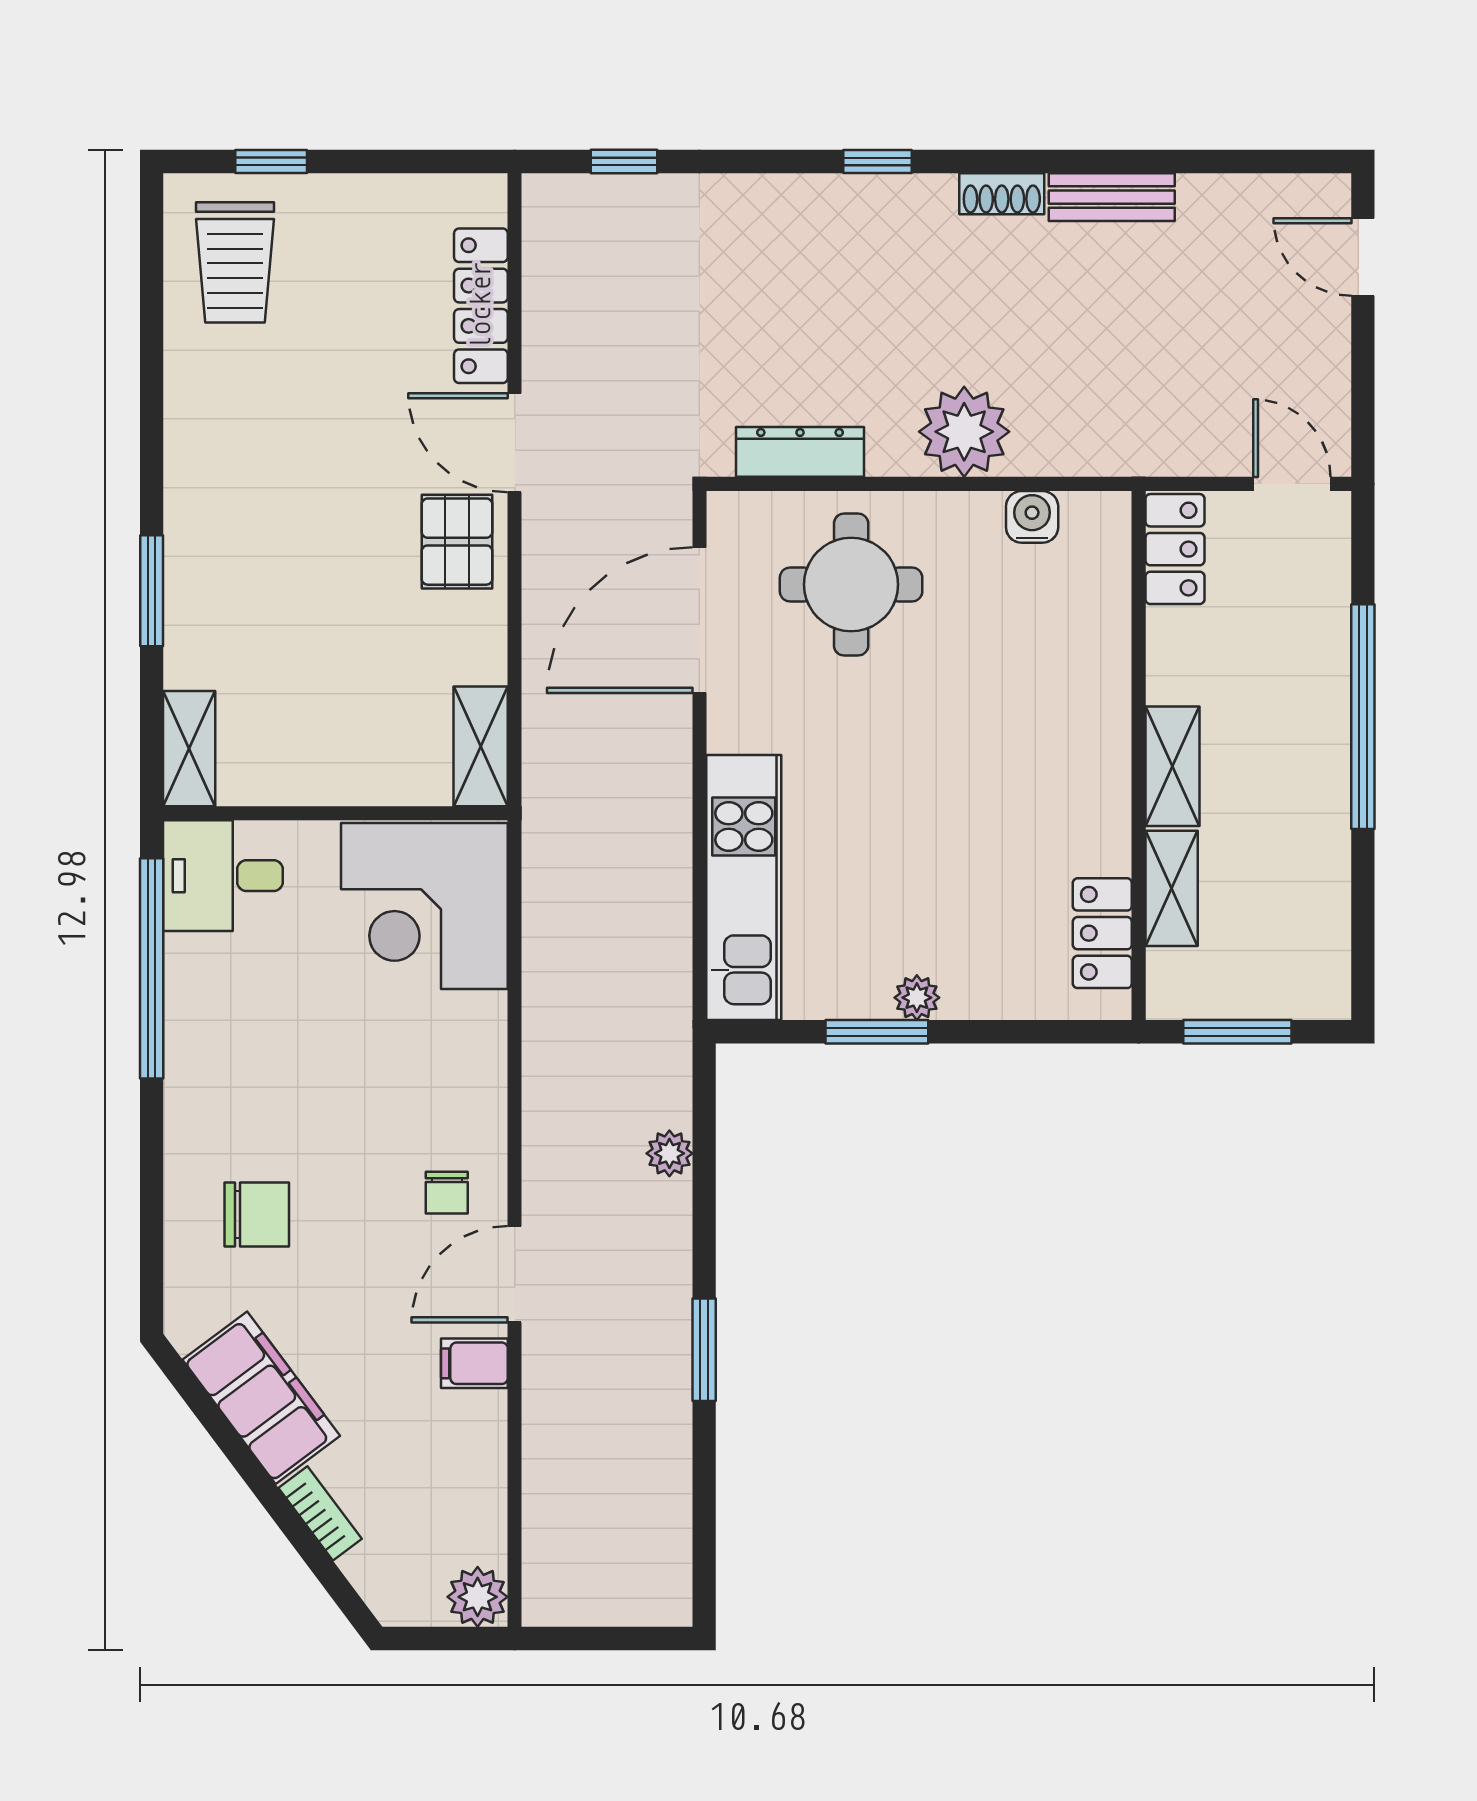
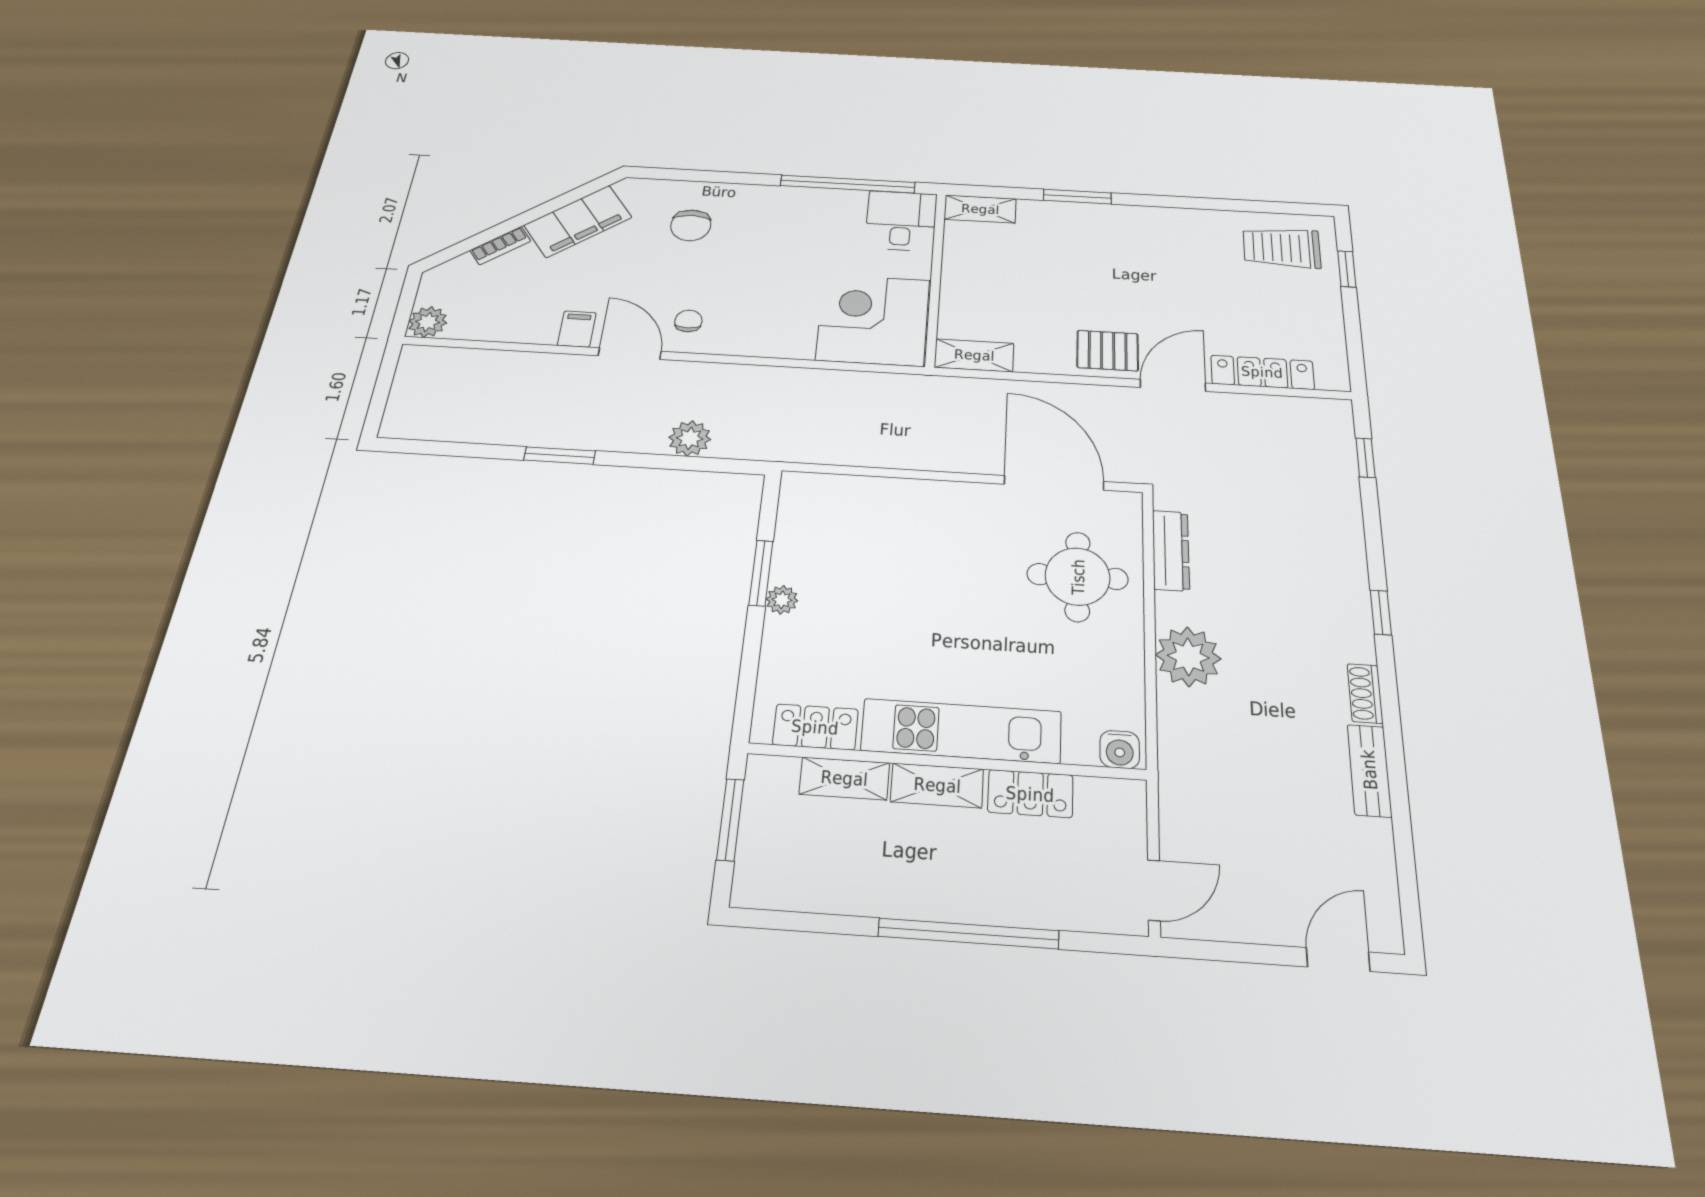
water cooler: (1032, 517) -> (1120, 750), moved, turned 90
locker: (1175, 549) -> (1030, 794), moved
kitchen unit: (744, 888) -> (961, 731), moved, turned 180
plant: (669, 1153) -> (690, 438), width x1.38, depth x1.38
chair: (447, 1193) -> (688, 321), turned 90

